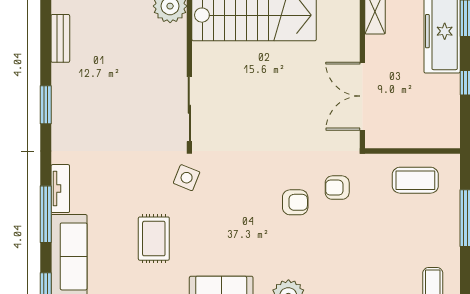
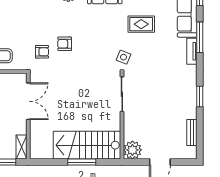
rug: (154, 239) -> (141, 24), turned 90

